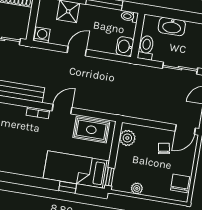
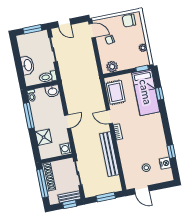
door: (77, 51) -> (68, 122), swing flipped

